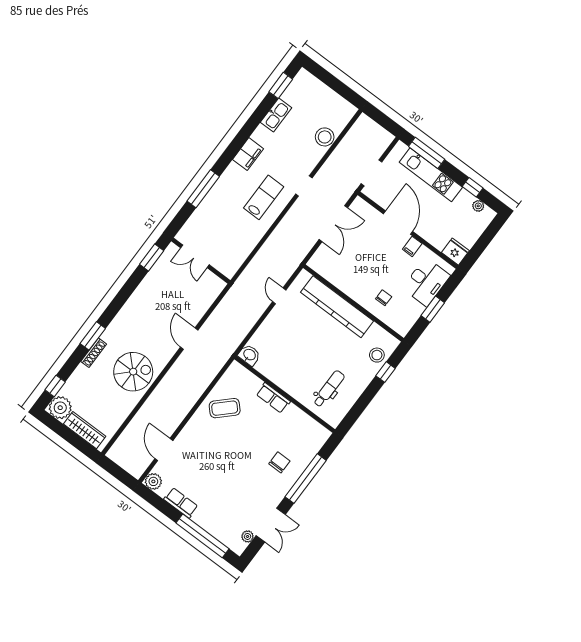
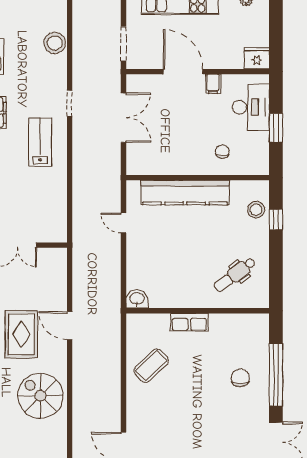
rug: (152, 320) -> (21, 334), added
spiral stairs: (133, 372) -> (40, 396), turned -90
dental chair: (329, 389) -> (235, 275), turned -127

